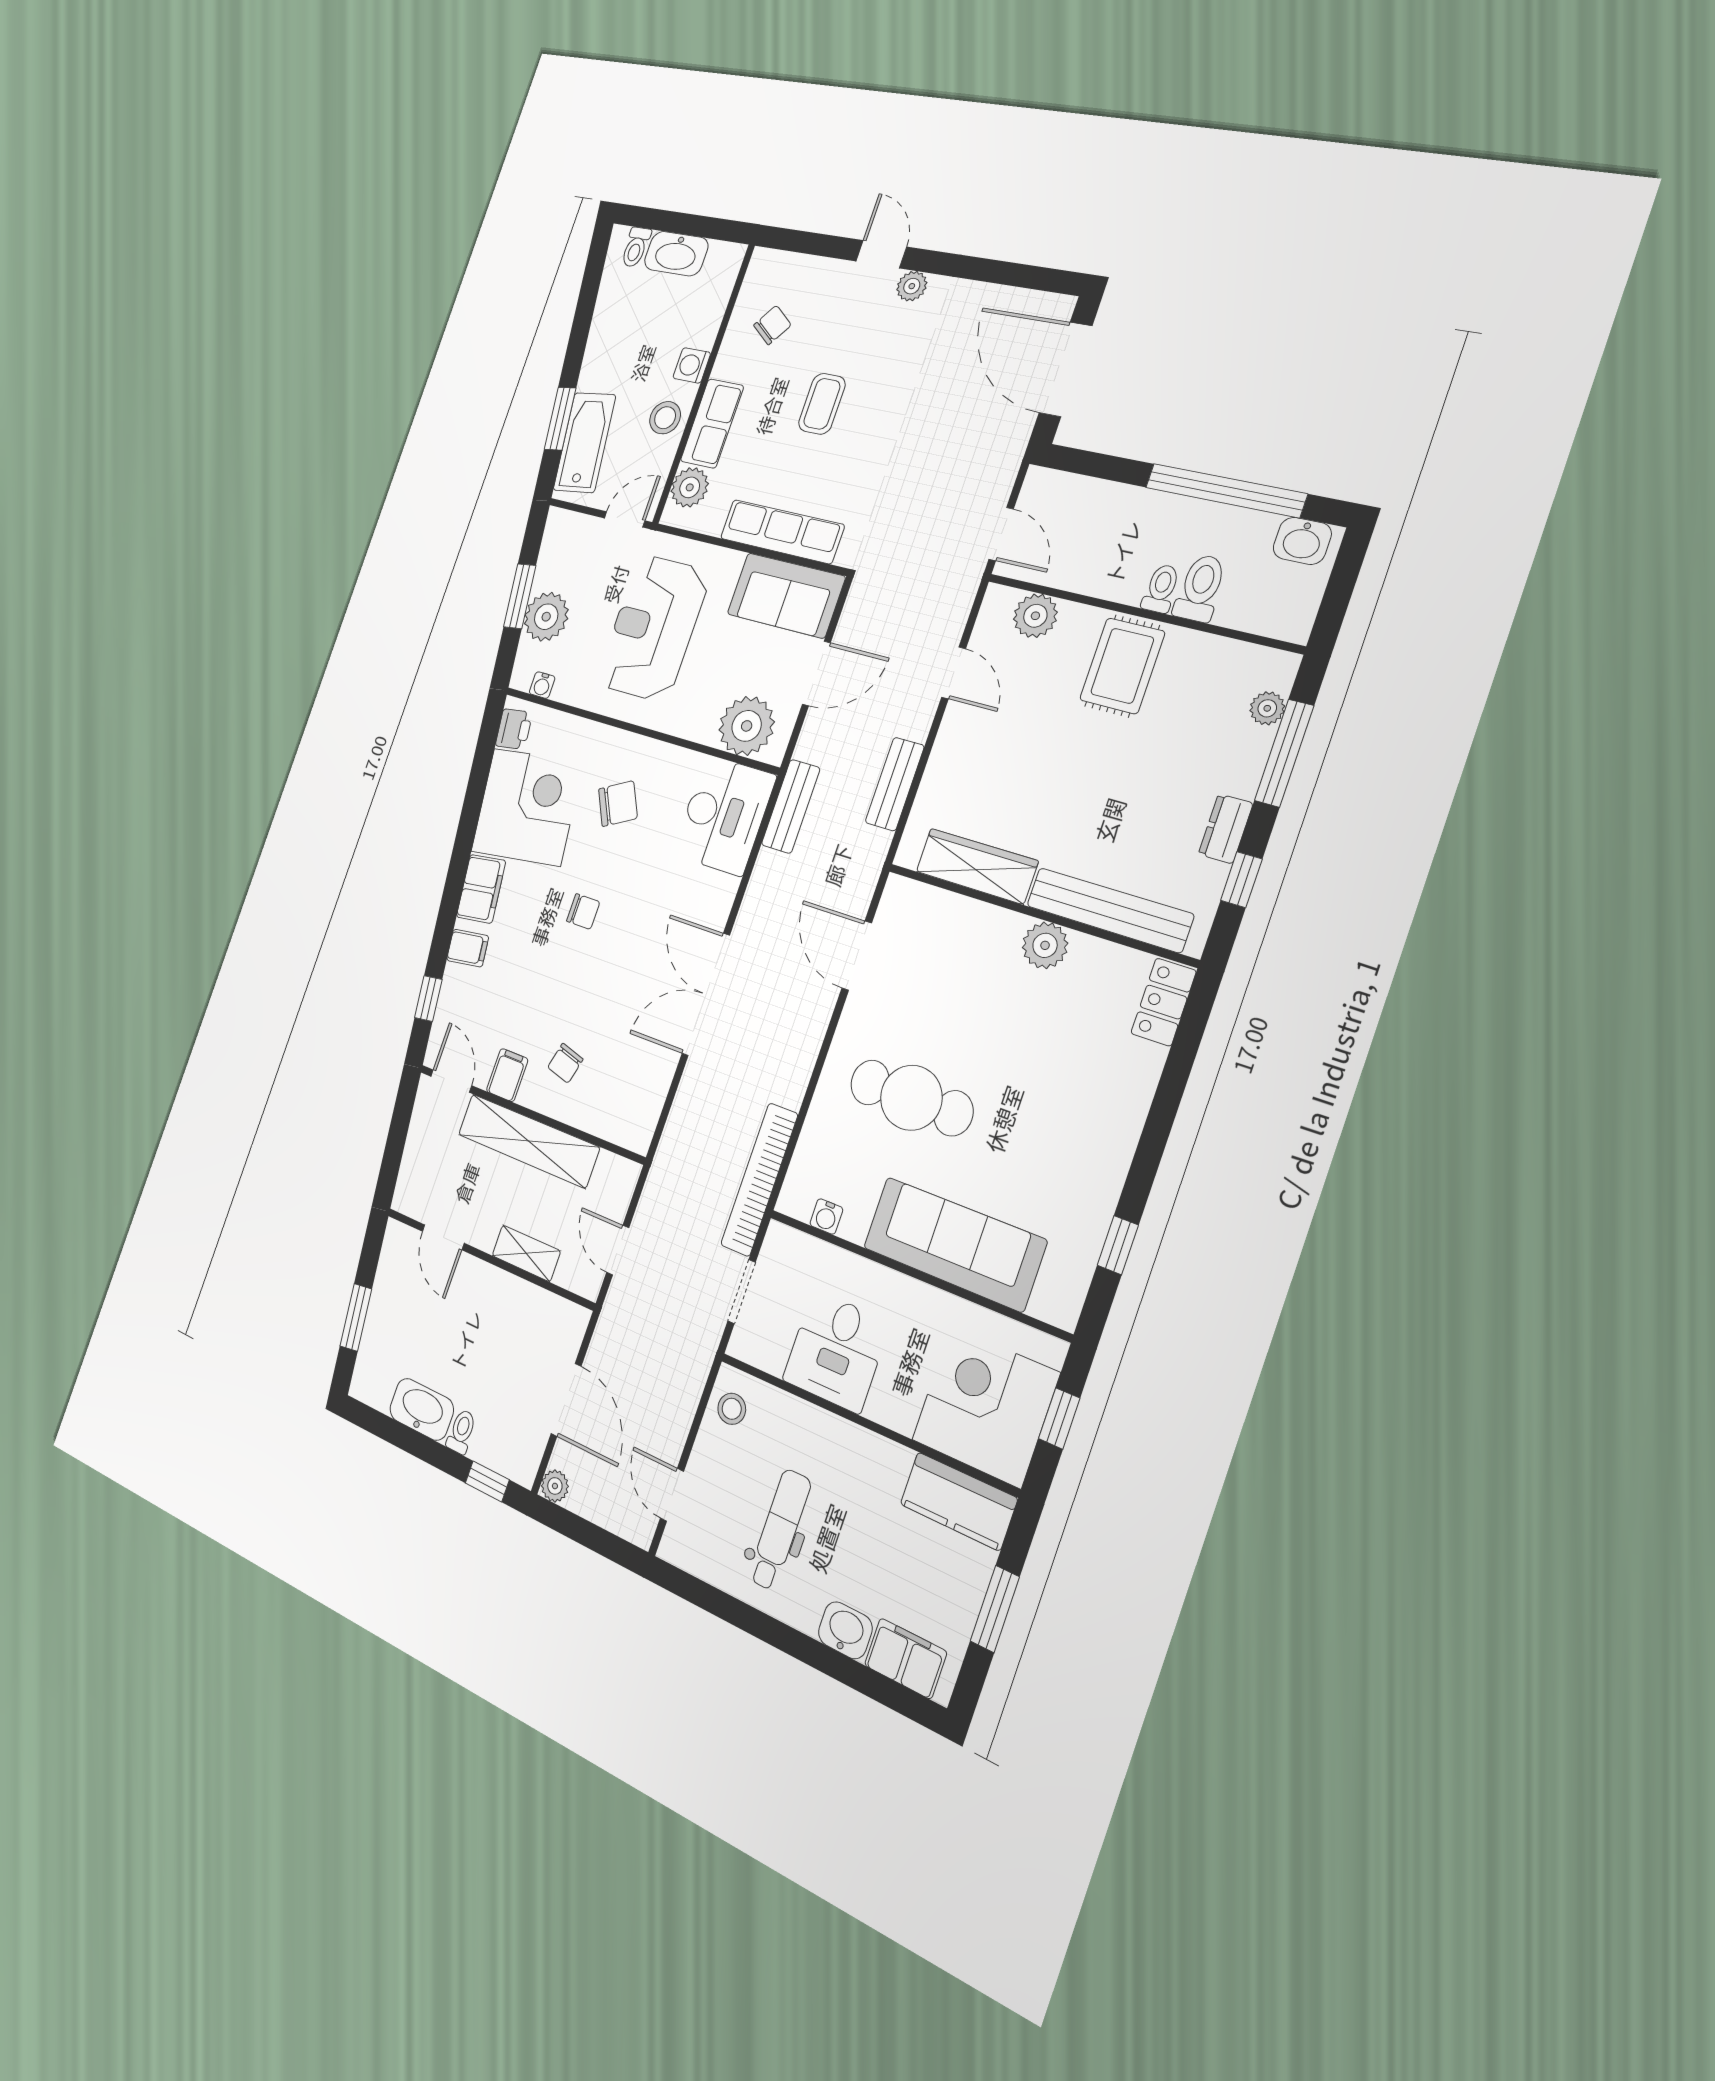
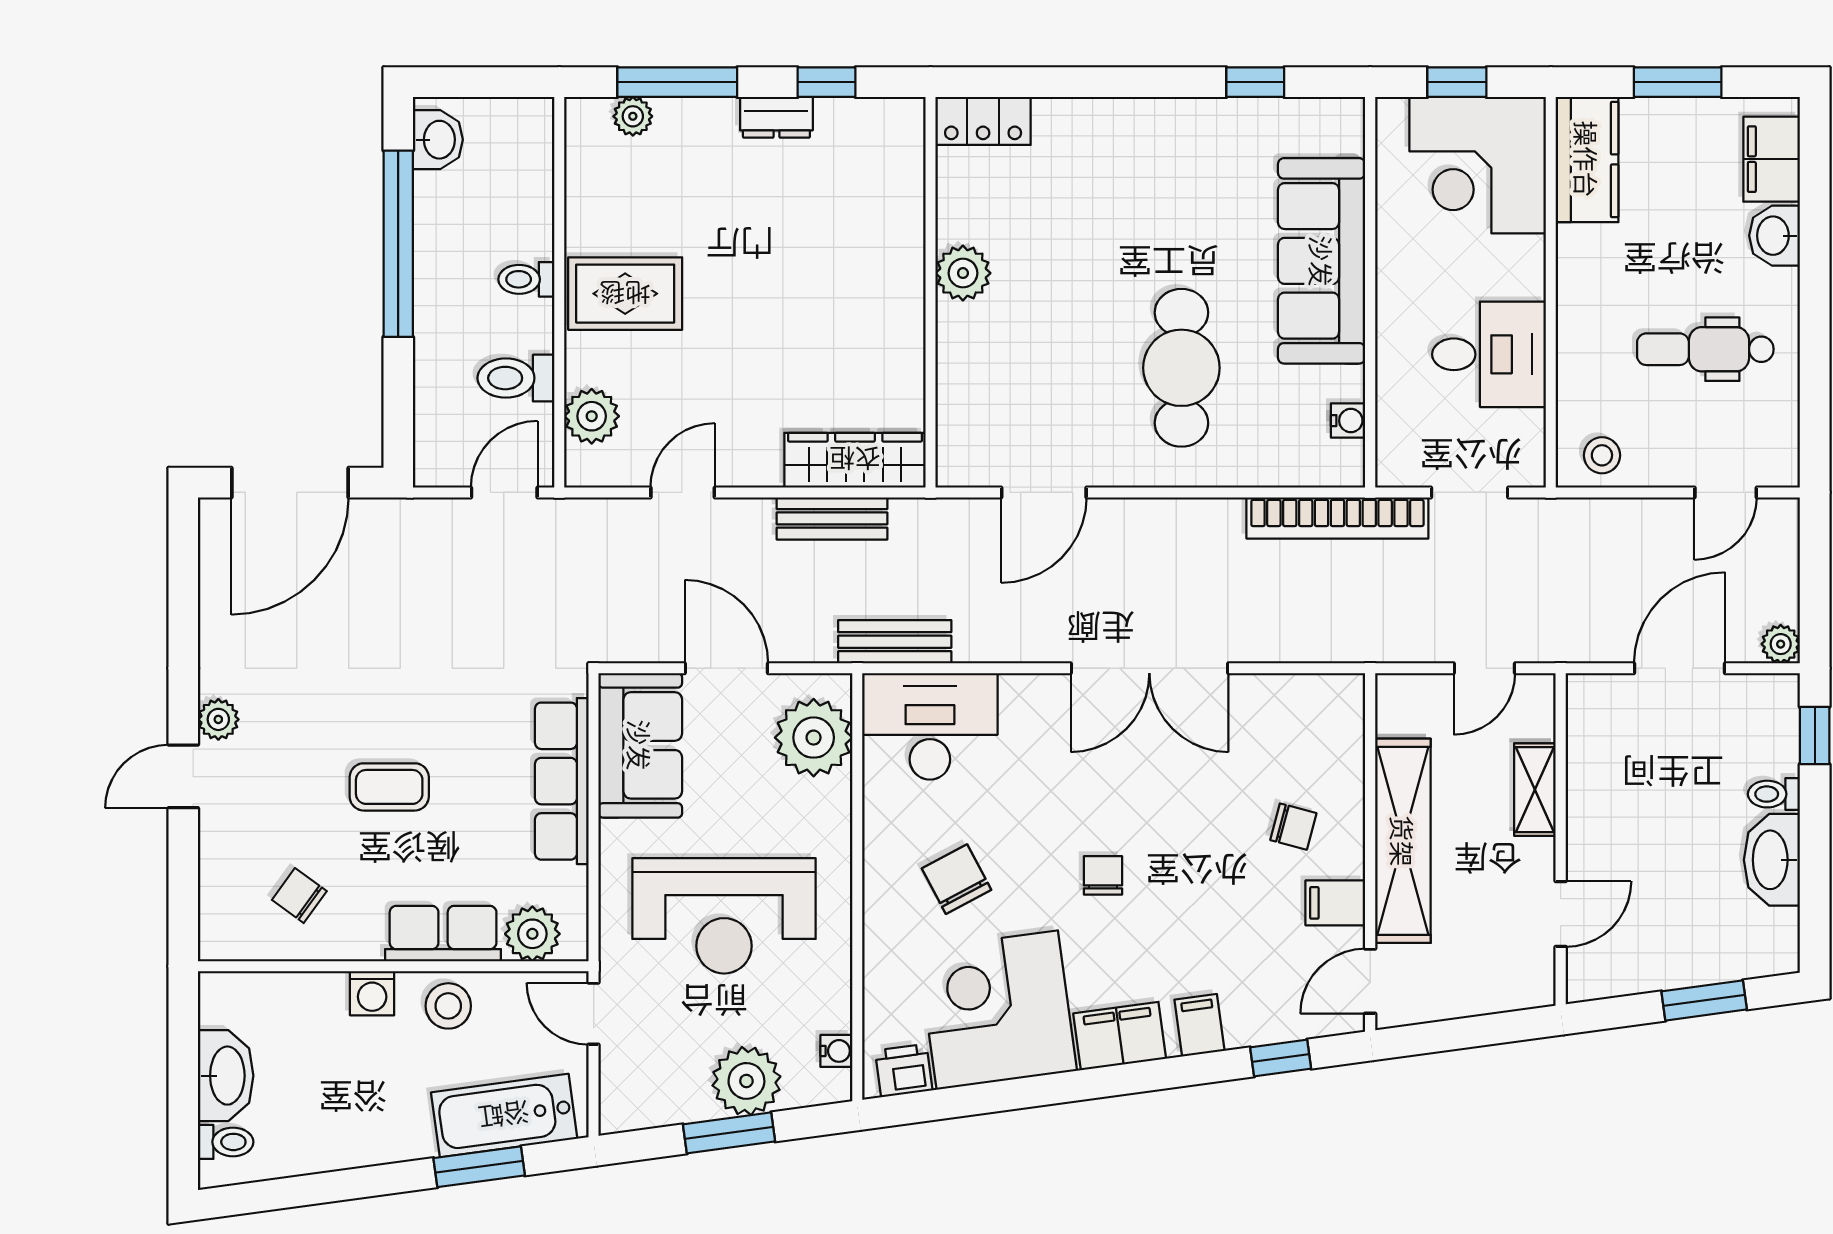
toilet: (1200, 588) -> (516, 378), moved
wardrobe: (977, 866) -> (855, 460), moved, turned 90
bench: (1109, 910) -> (902, 214), removed

